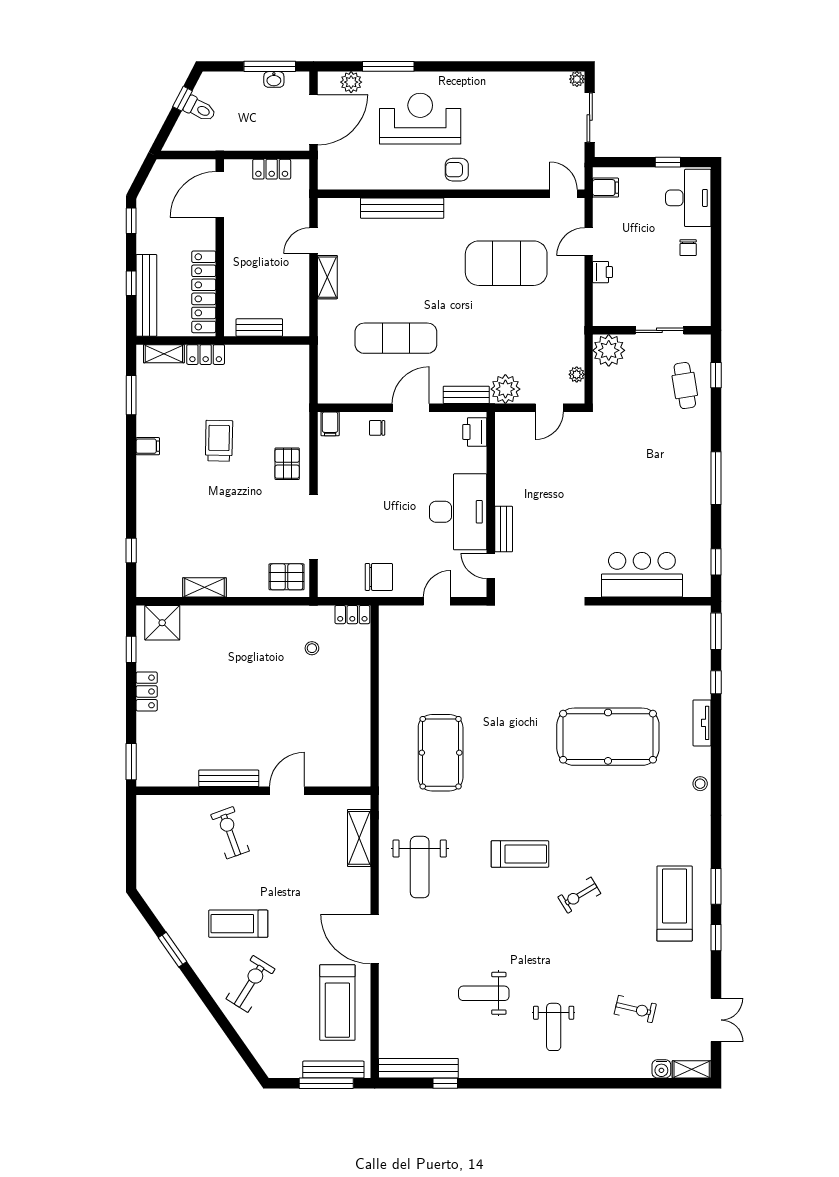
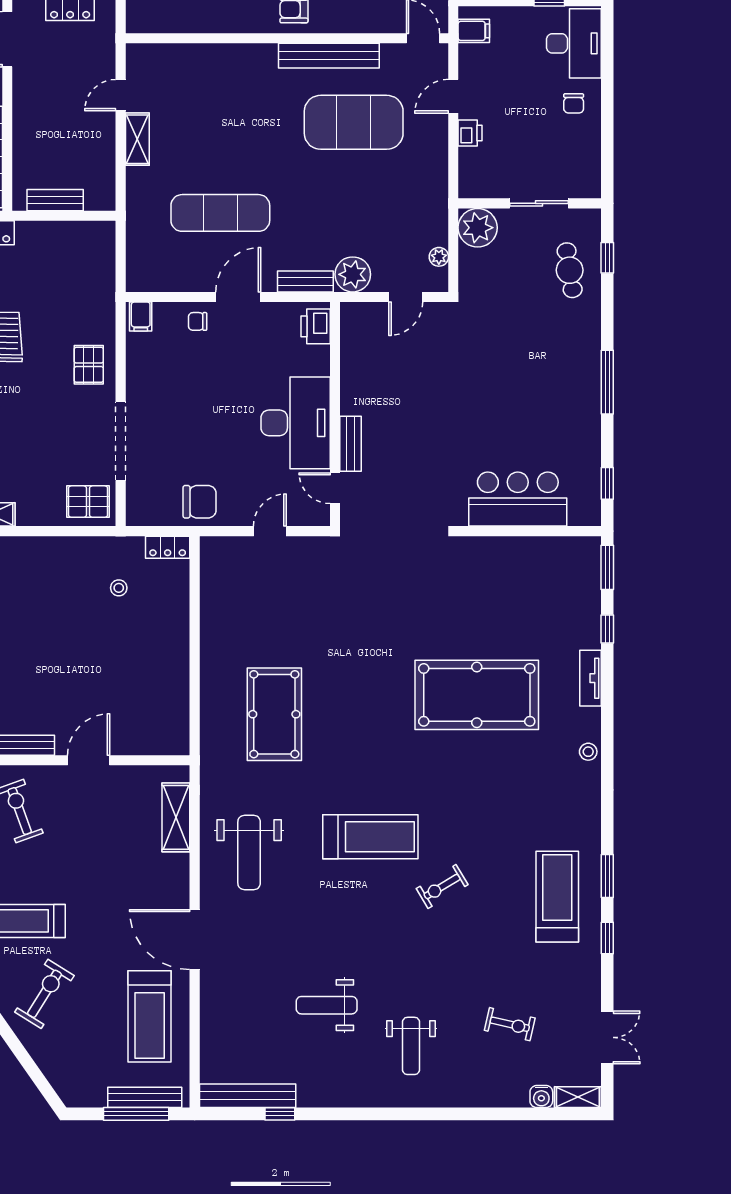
bench: (402, 208) -> (329, 56), moved
treadmill: (520, 854) -> (370, 837), width x1.37, depth x1.38

